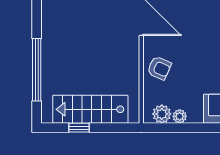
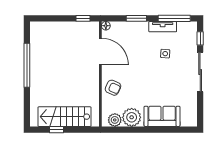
window: (37, 70) -> (27, 65), moved
plant: (180, 116) -> (132, 117), width x1.87, depth x1.87

